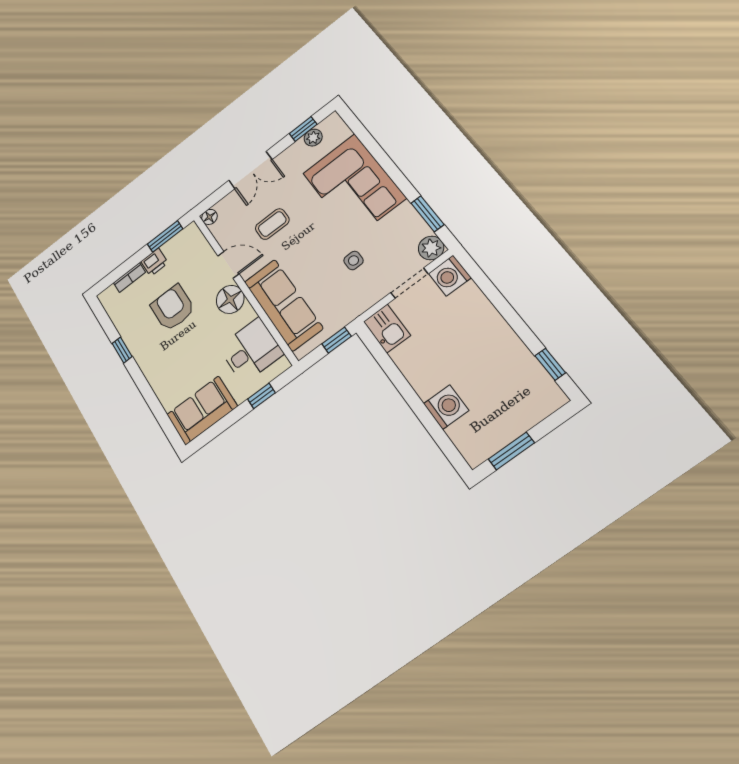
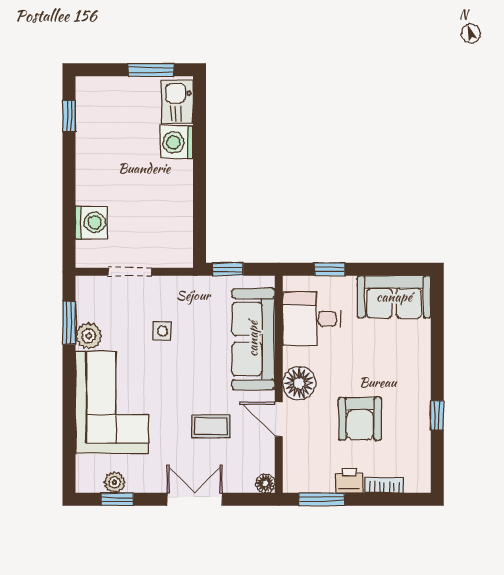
plant: (431, 248) -> (89, 336), moved
washing machine: (450, 276) -> (92, 223), moved
kitchen sink: (387, 329) -> (177, 102), moved

